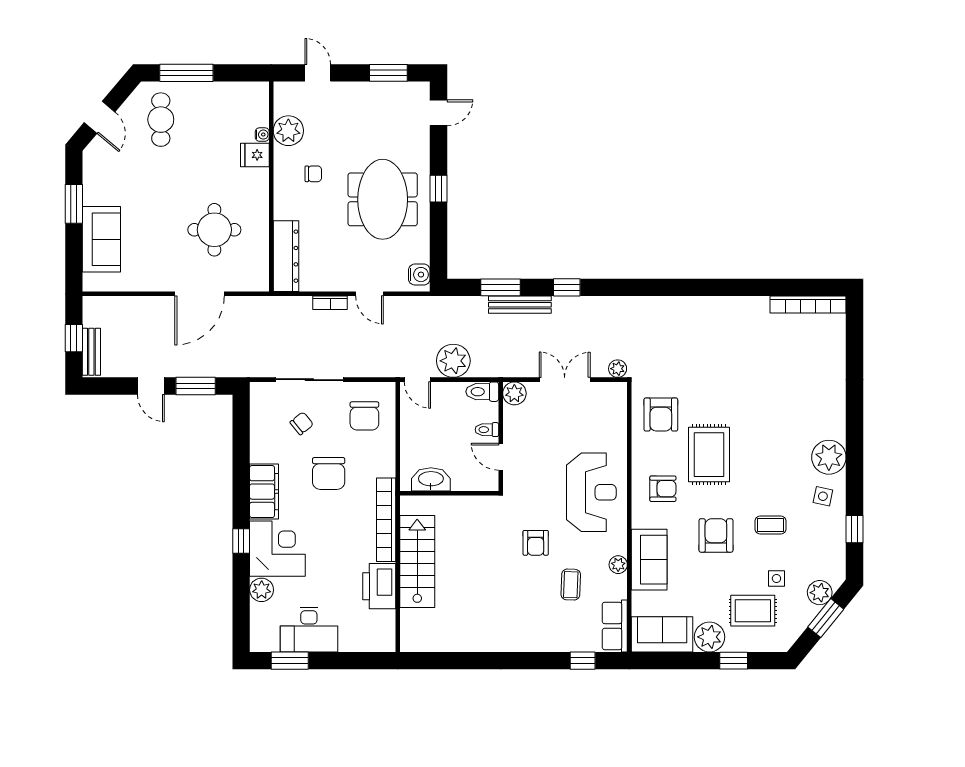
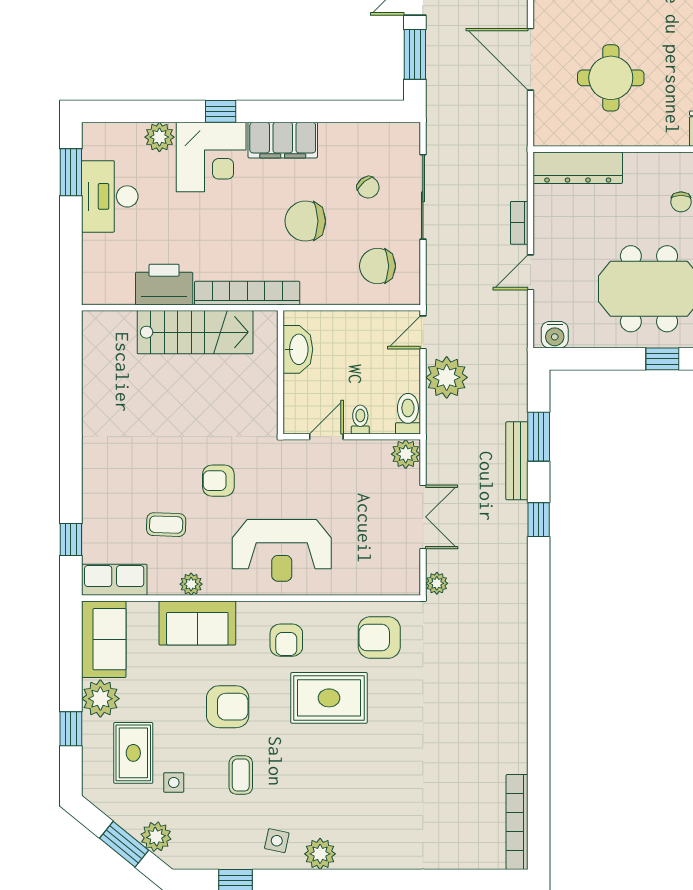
plant: (829, 457) -> (320, 854), width x0.73, depth x0.73

